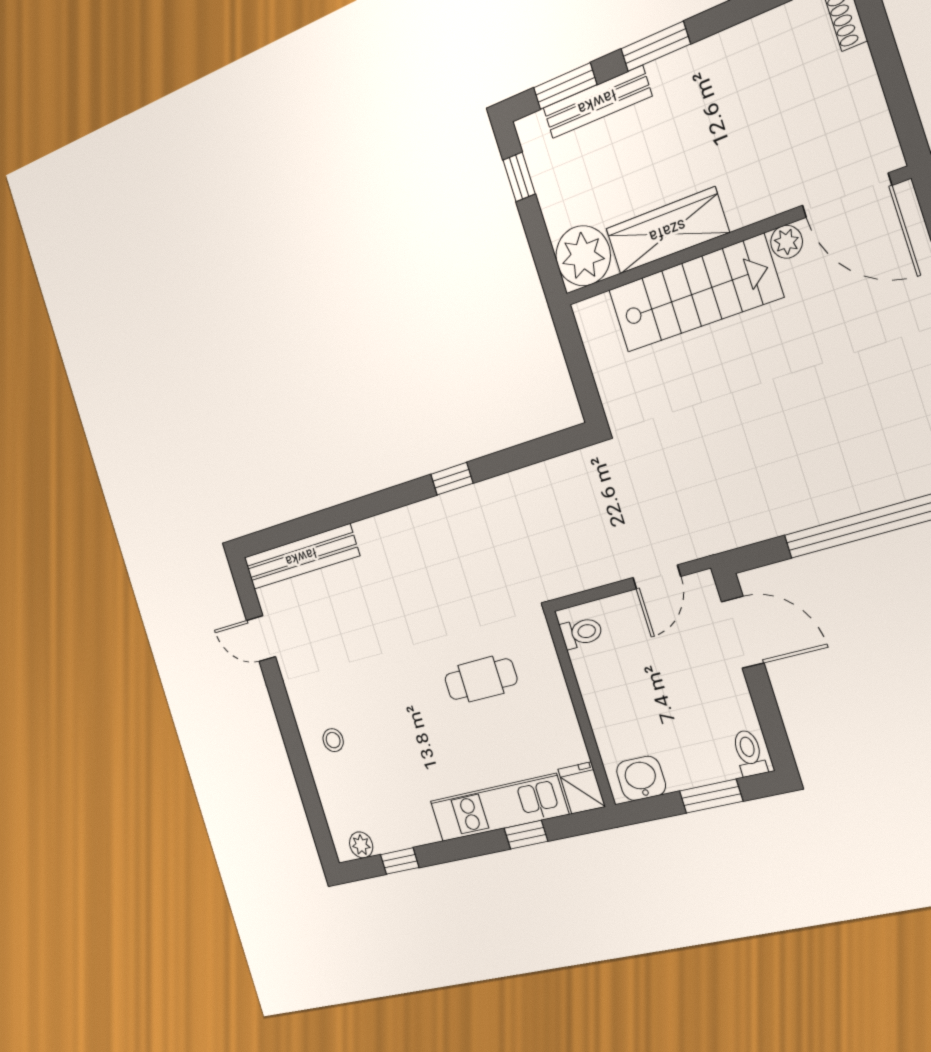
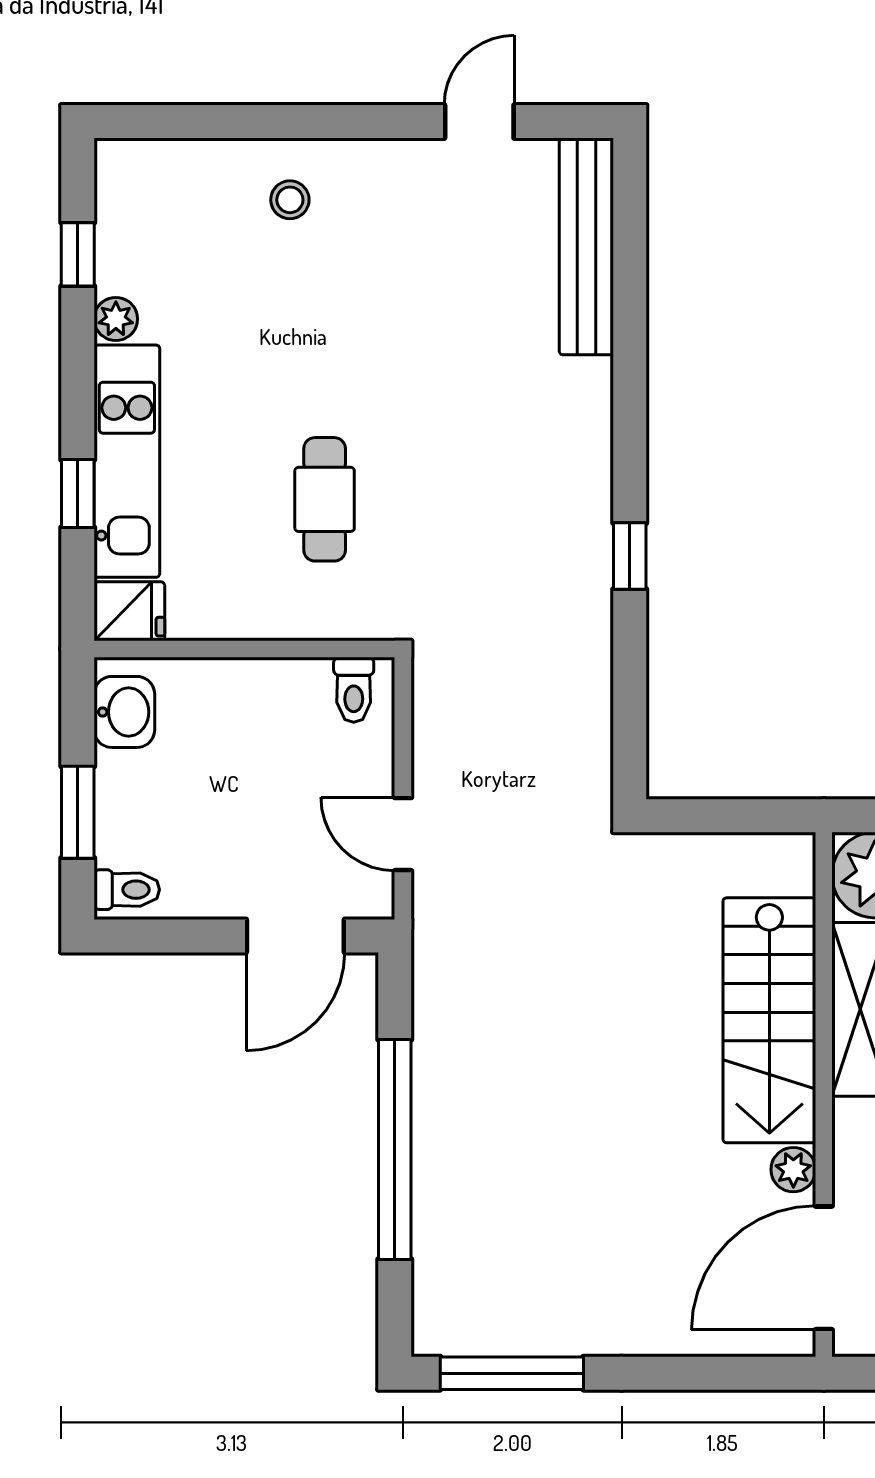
plant: (361, 845) -> (116, 319), moved

